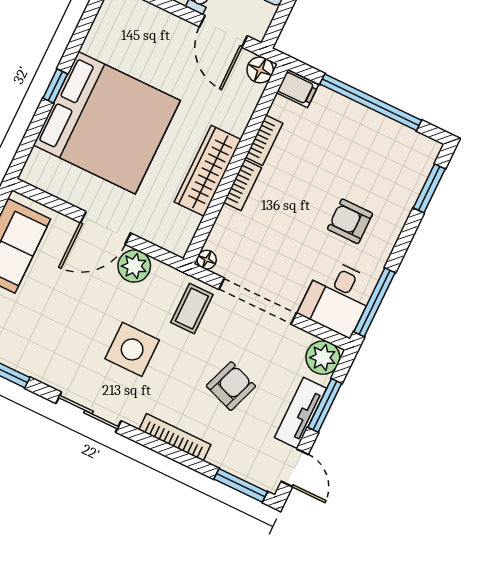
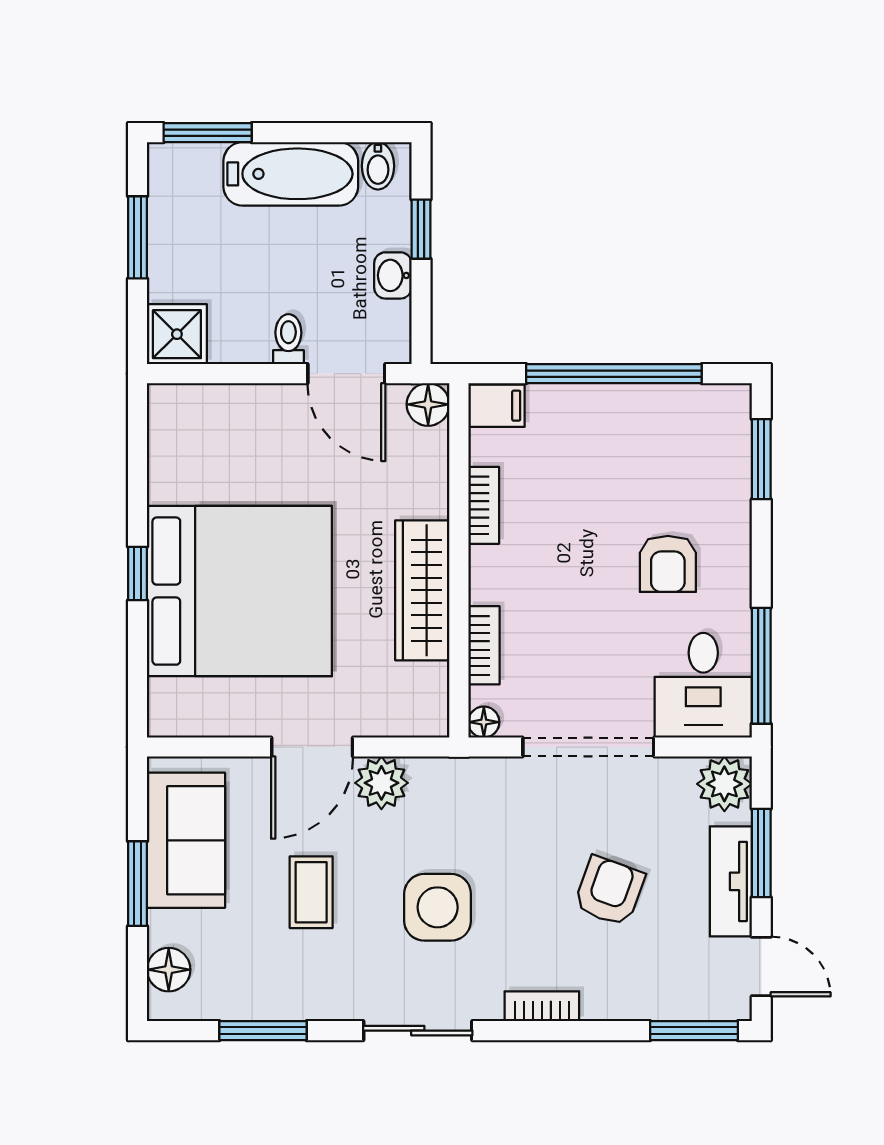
bookcase: (243, 185) -> (484, 645), moved
armchair: (350, 221) -> (668, 564), turned -90
coffee table: (192, 309) -> (311, 892), moved
bookcase: (175, 437) -> (542, 1006), width x0.64

